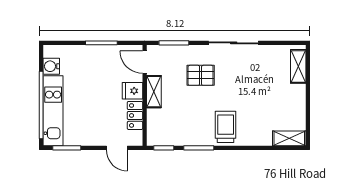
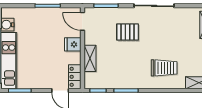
shelving: (154, 92) -> (90, 58), moved
locker: (135, 115) -> (75, 77), moved
trolley: (226, 127) -> (164, 68), moved, turned 90

